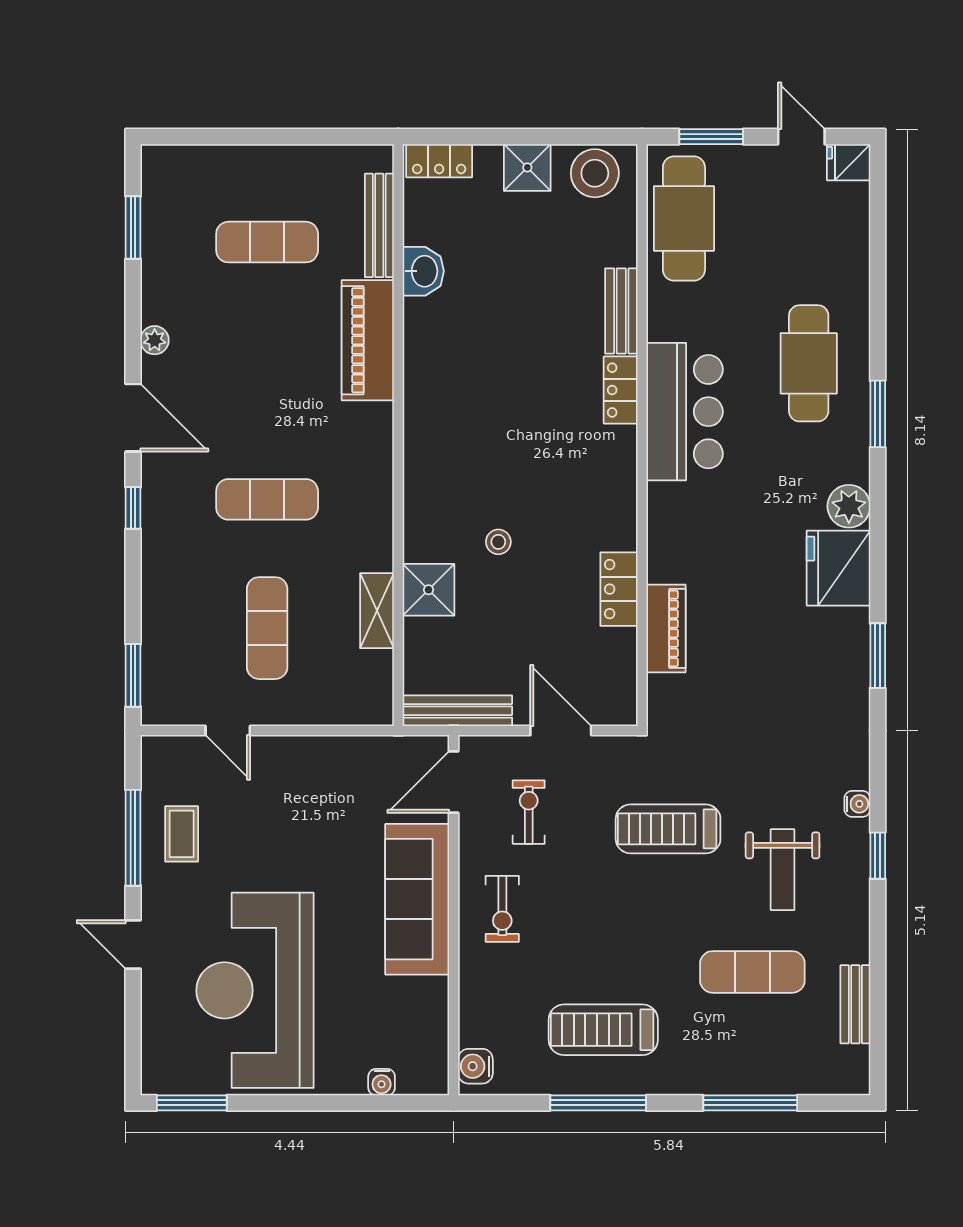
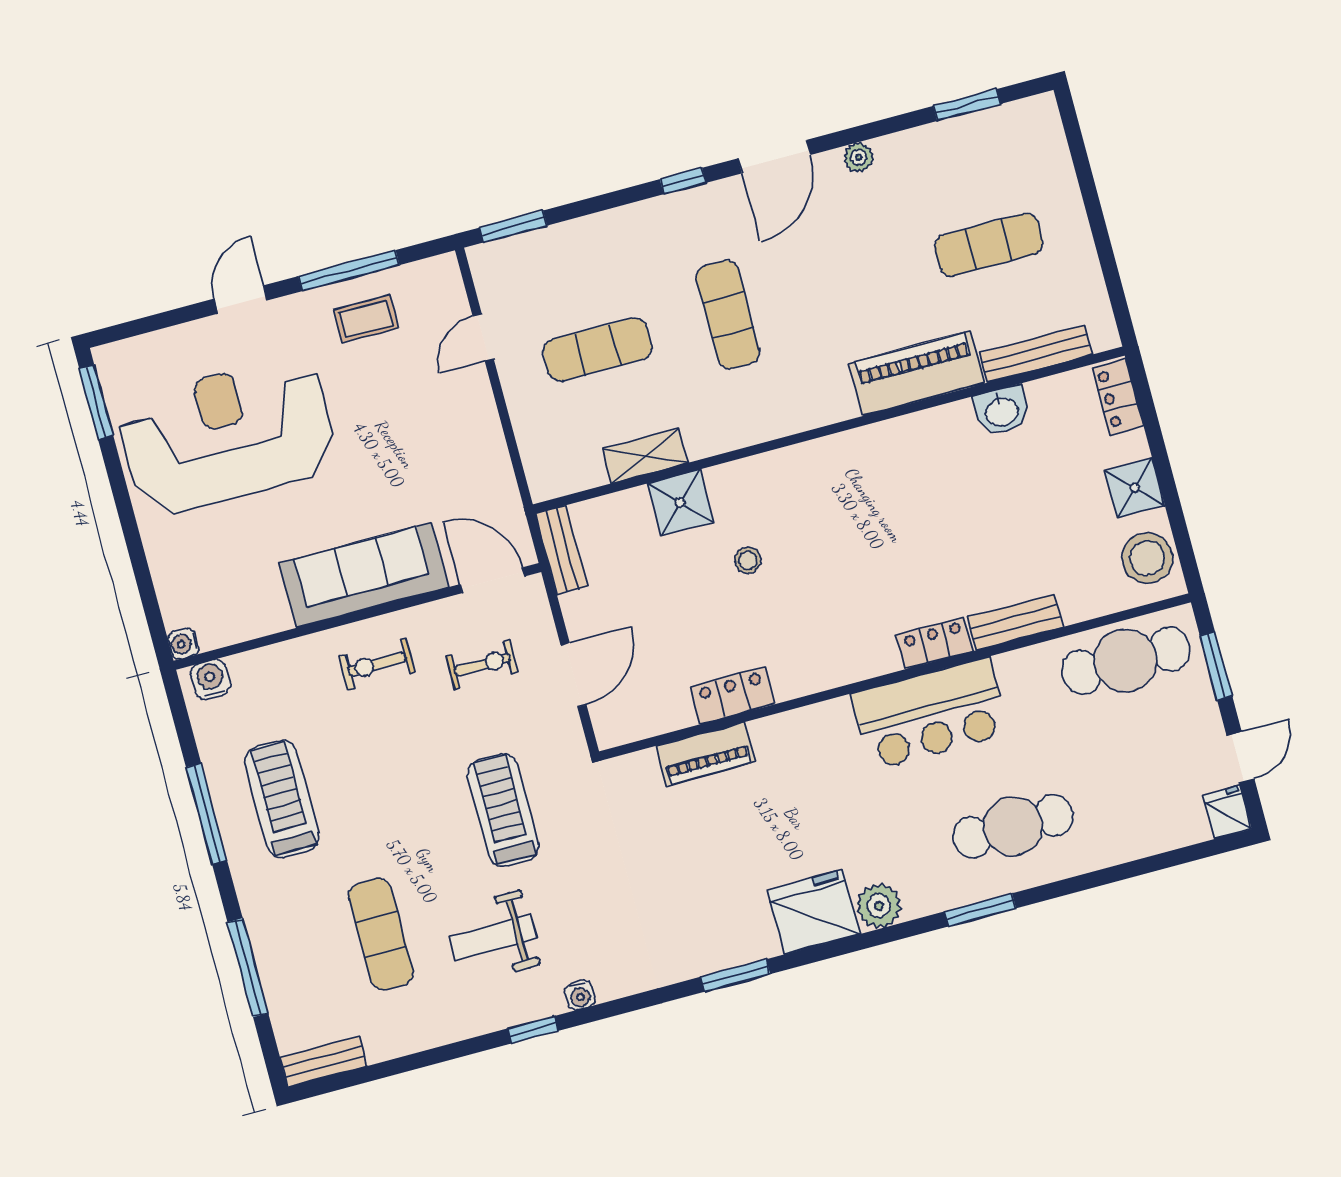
exercise mat: (267, 242) -> (989, 245), turned 90
bench: (457, 711) -> (562, 550), width x0.73
bench: (855, 1004) -> (323, 1062), moved
water cooler: (382, 1082) -> (184, 644), moved

